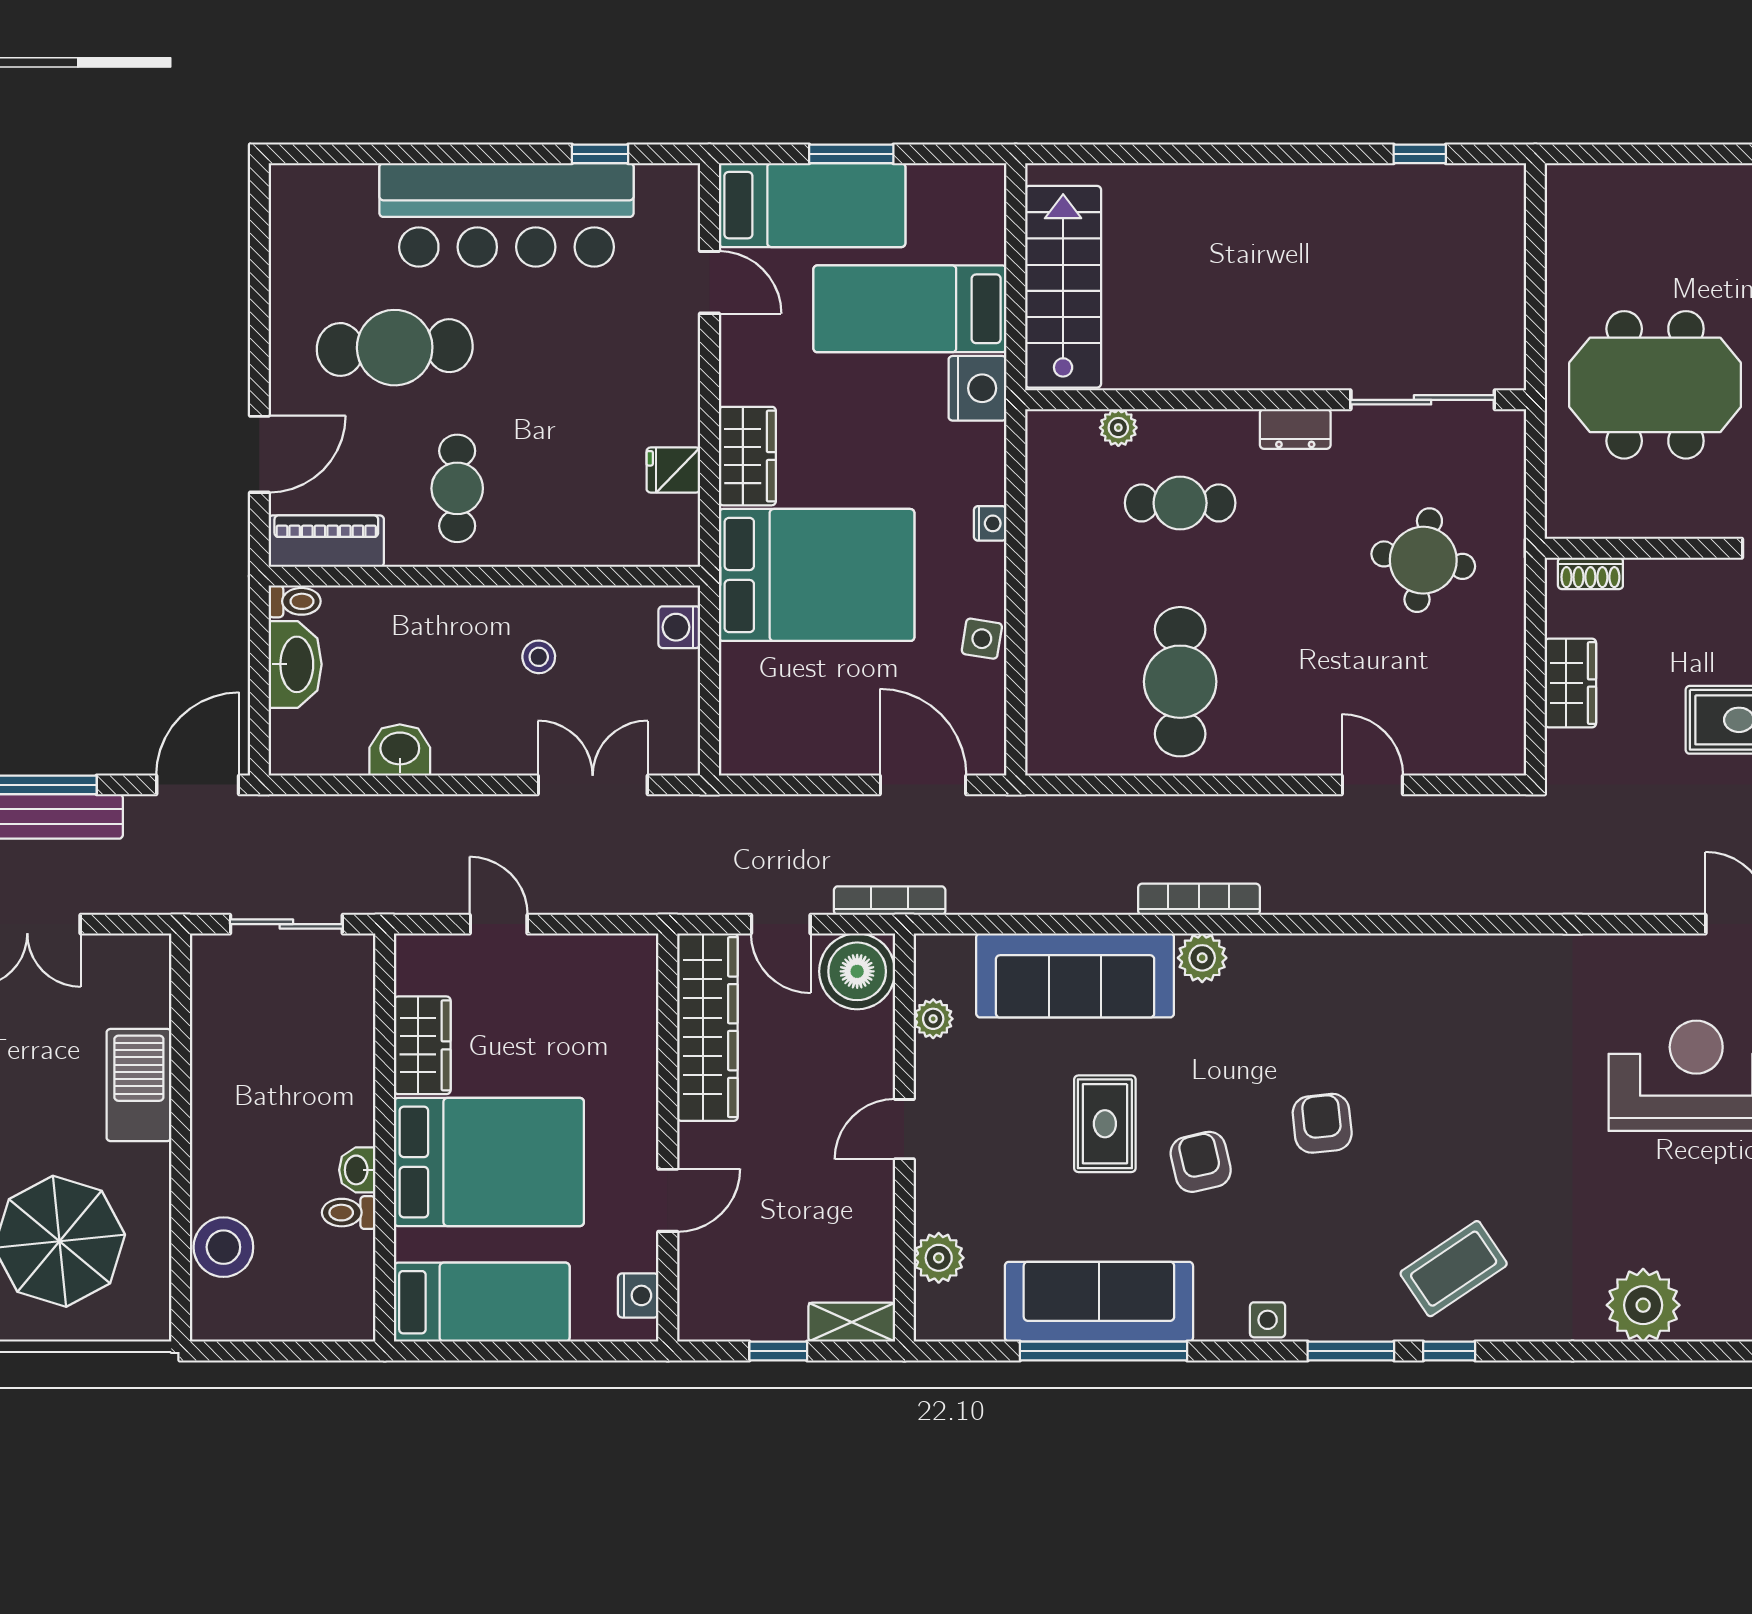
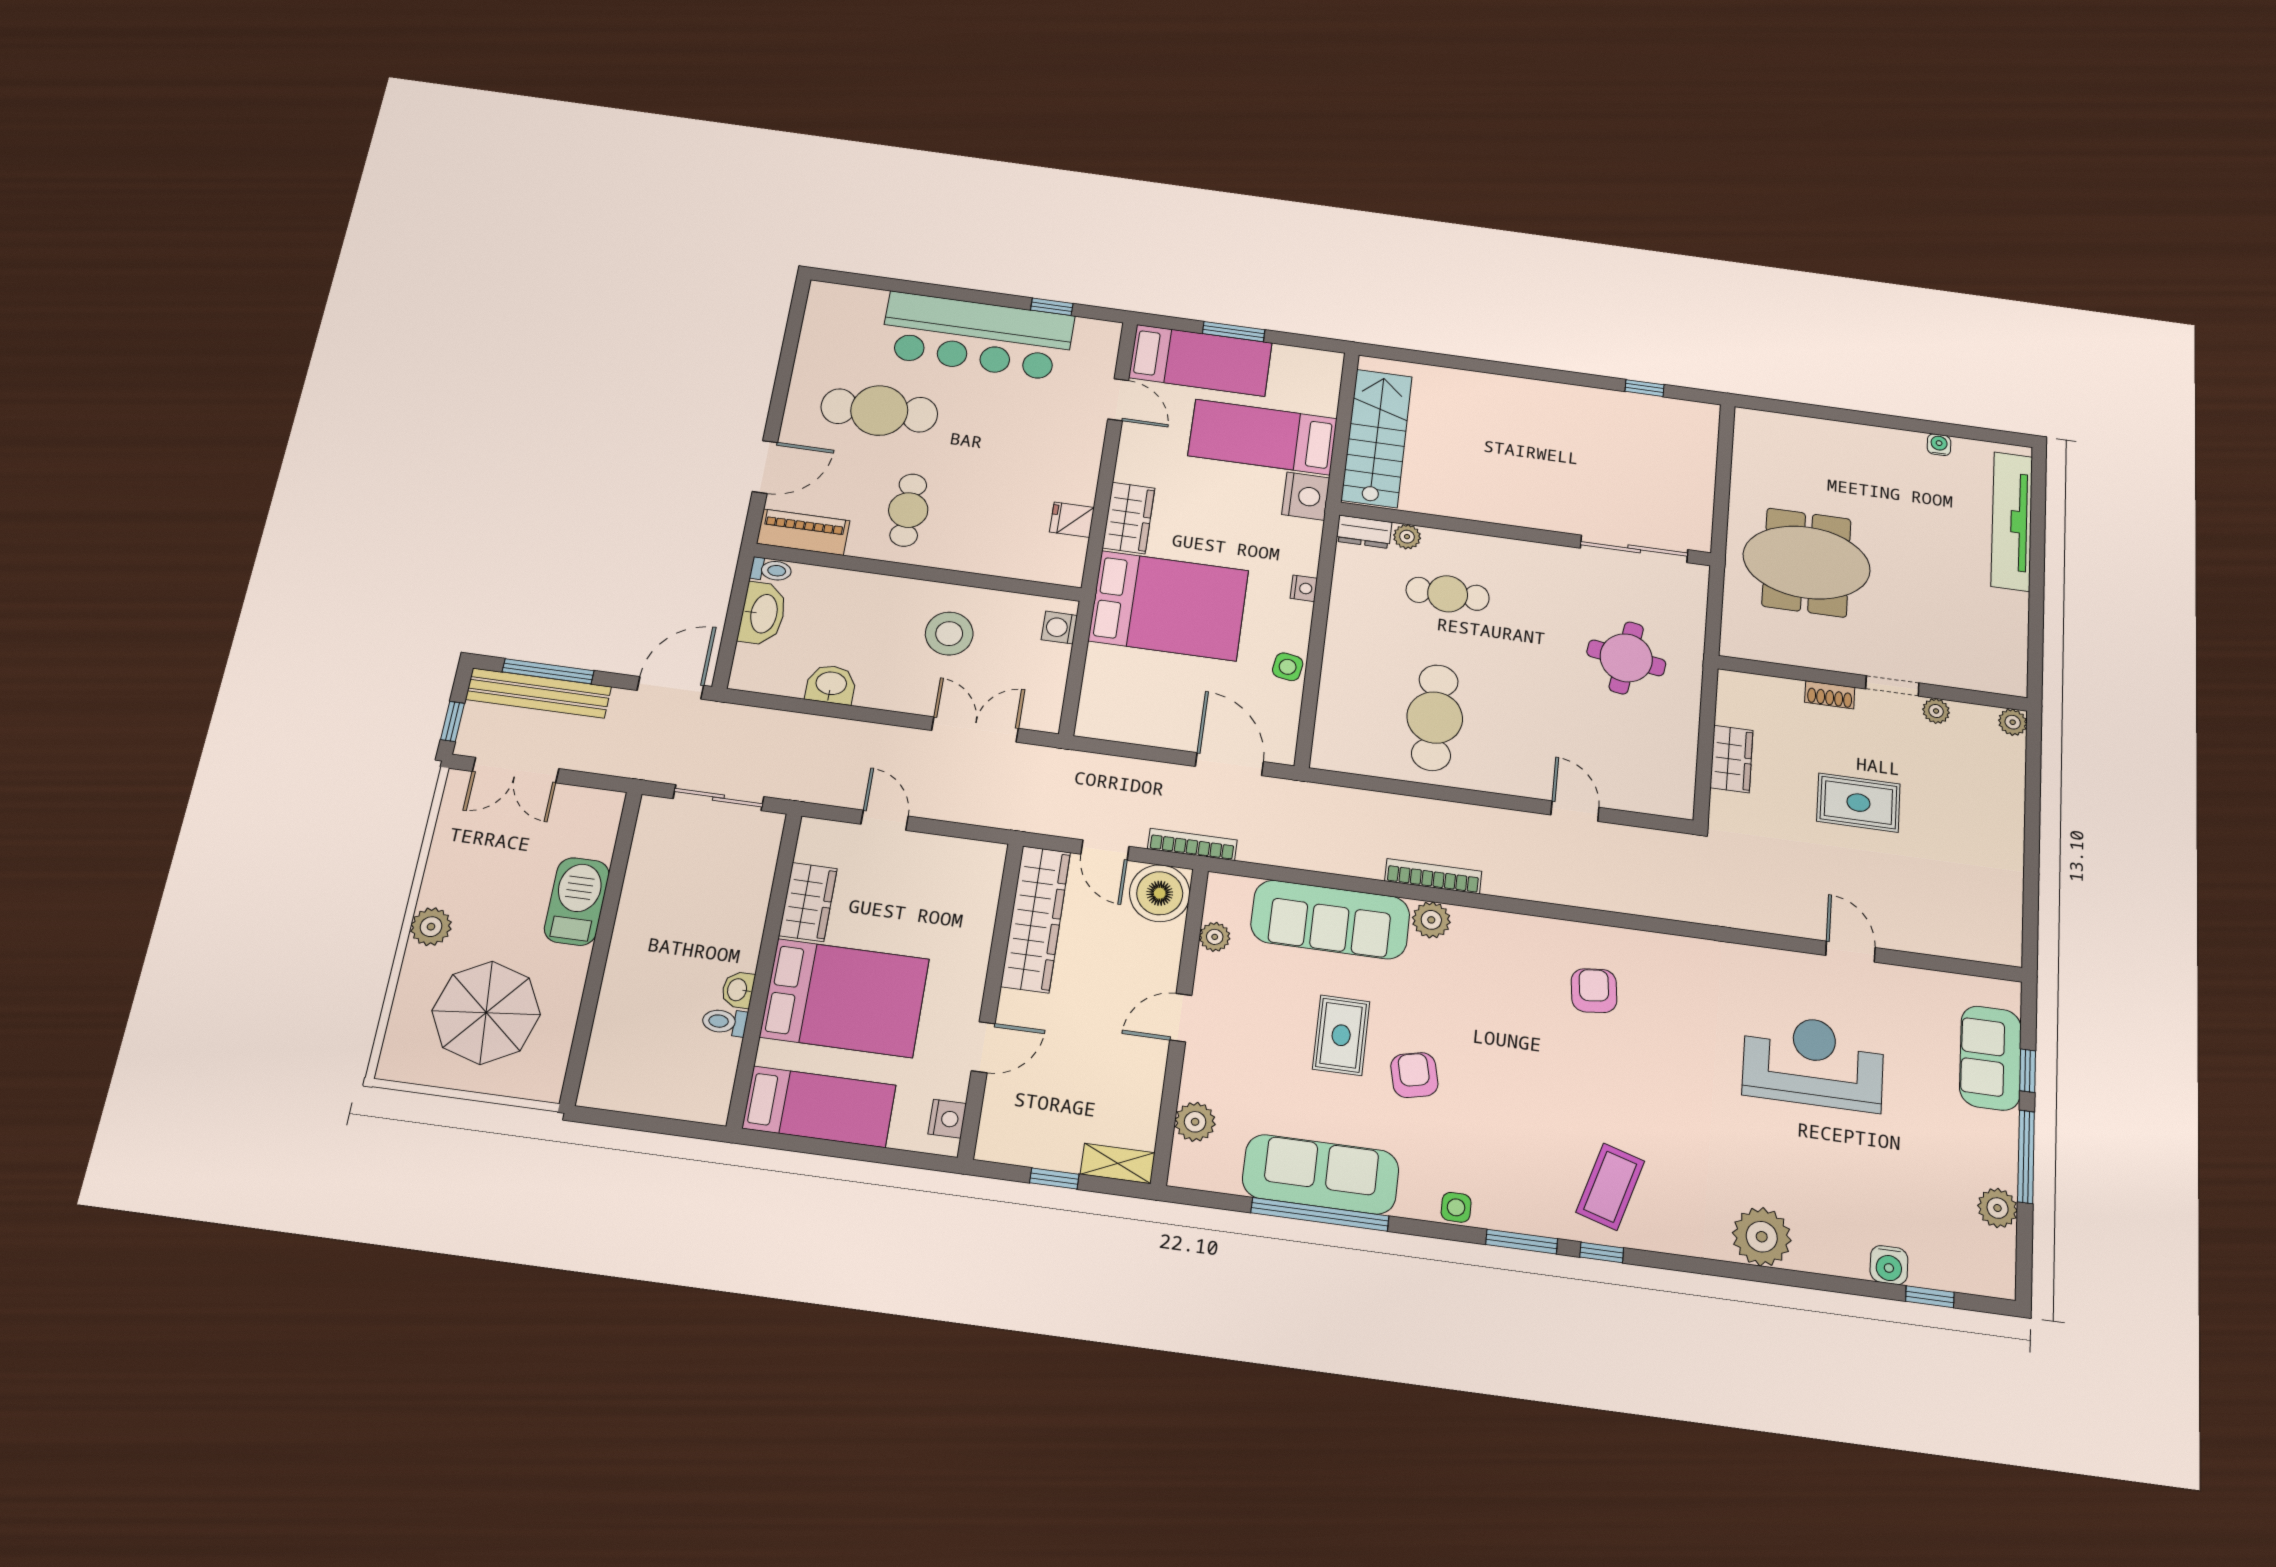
dresser: (1295, 429) -> (1364, 532), moved
shoe rack: (1590, 573) -> (1830, 695), moved
stool: (539, 657) -> (949, 634), width x1.89, depth x1.89
armchair: (1322, 1123) -> (1594, 991), moved
stool: (223, 1247) -> (618, 1035), removed
coffee table: (1454, 1269) -> (1610, 1187), turned -39

